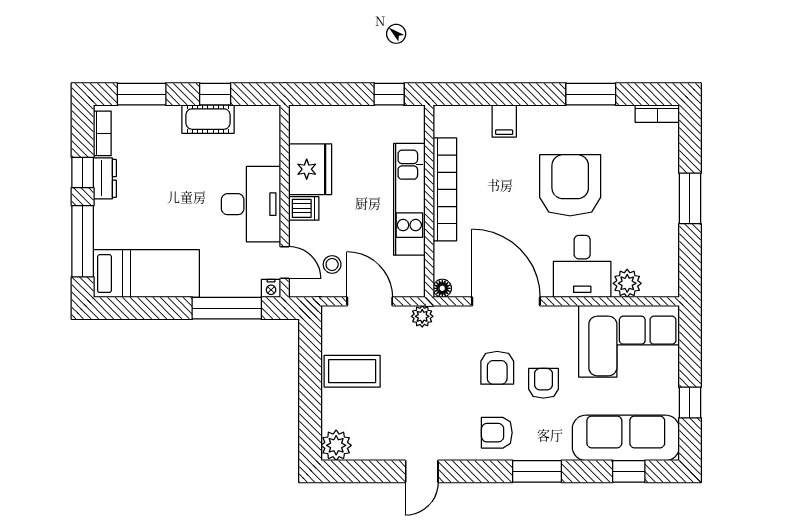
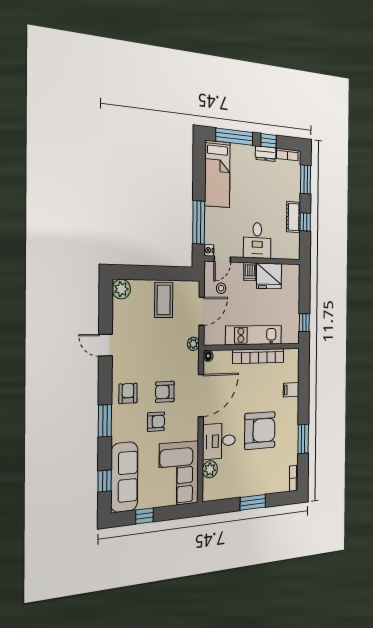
desk: (251, 204) -> (257, 240), width x0.73

